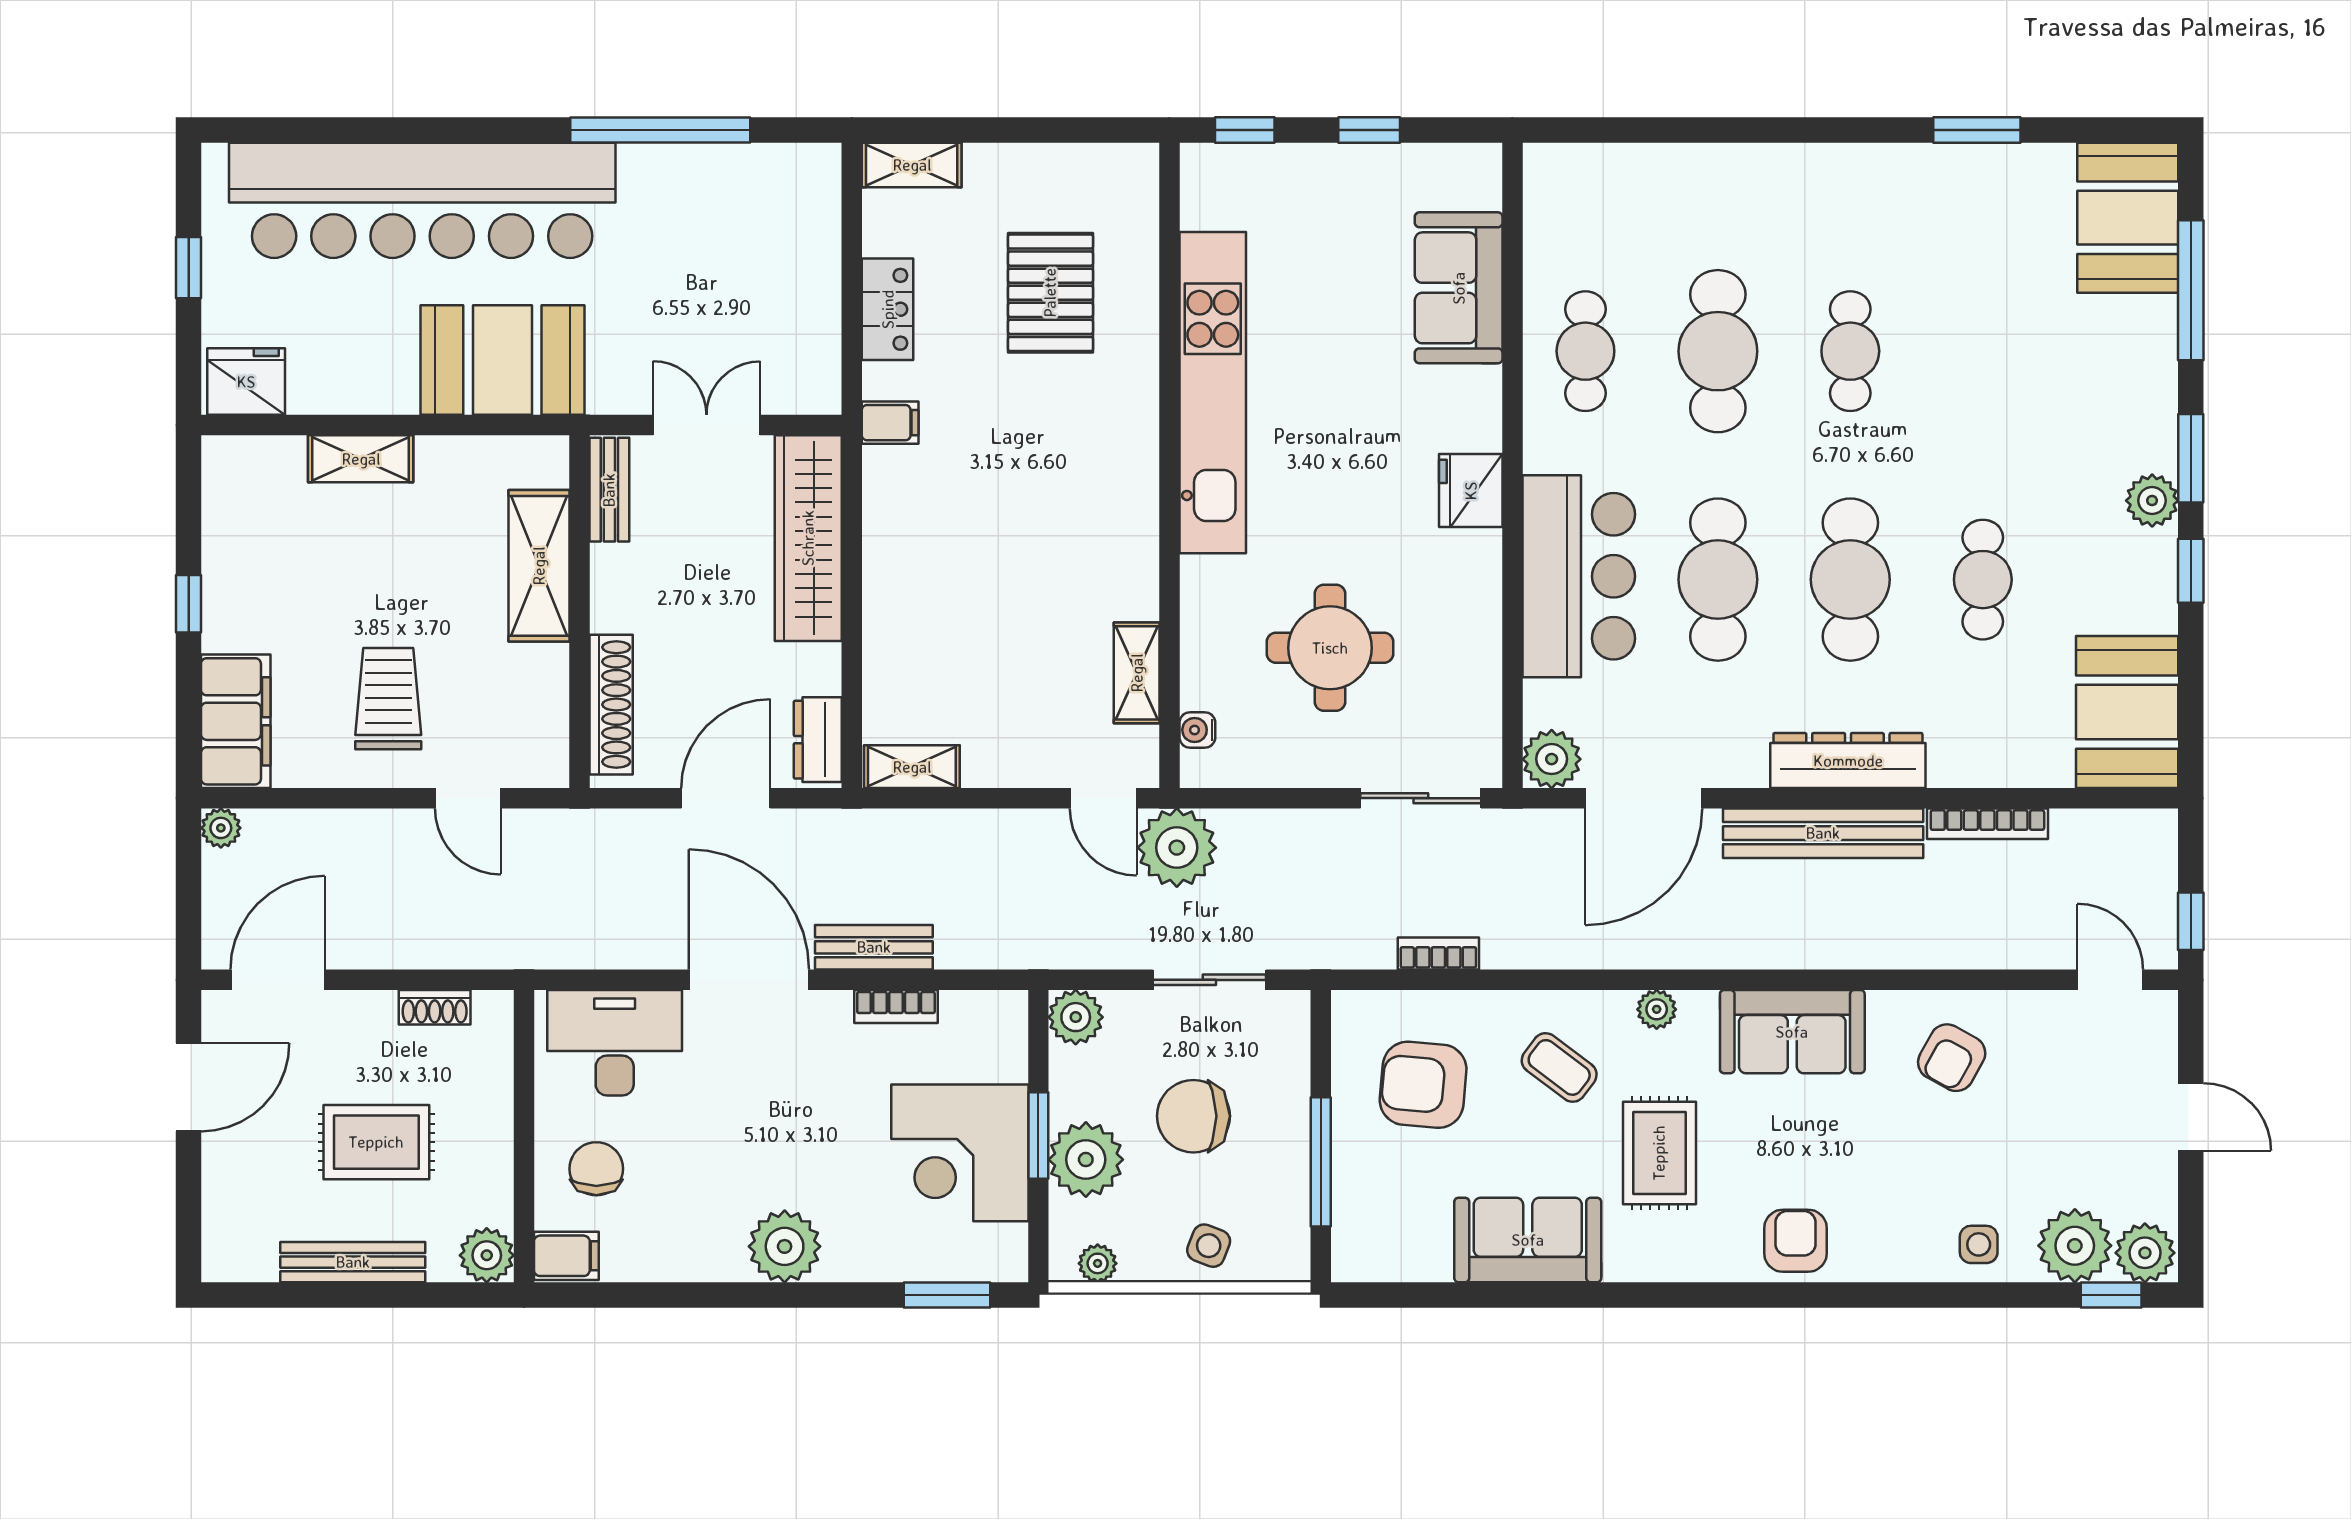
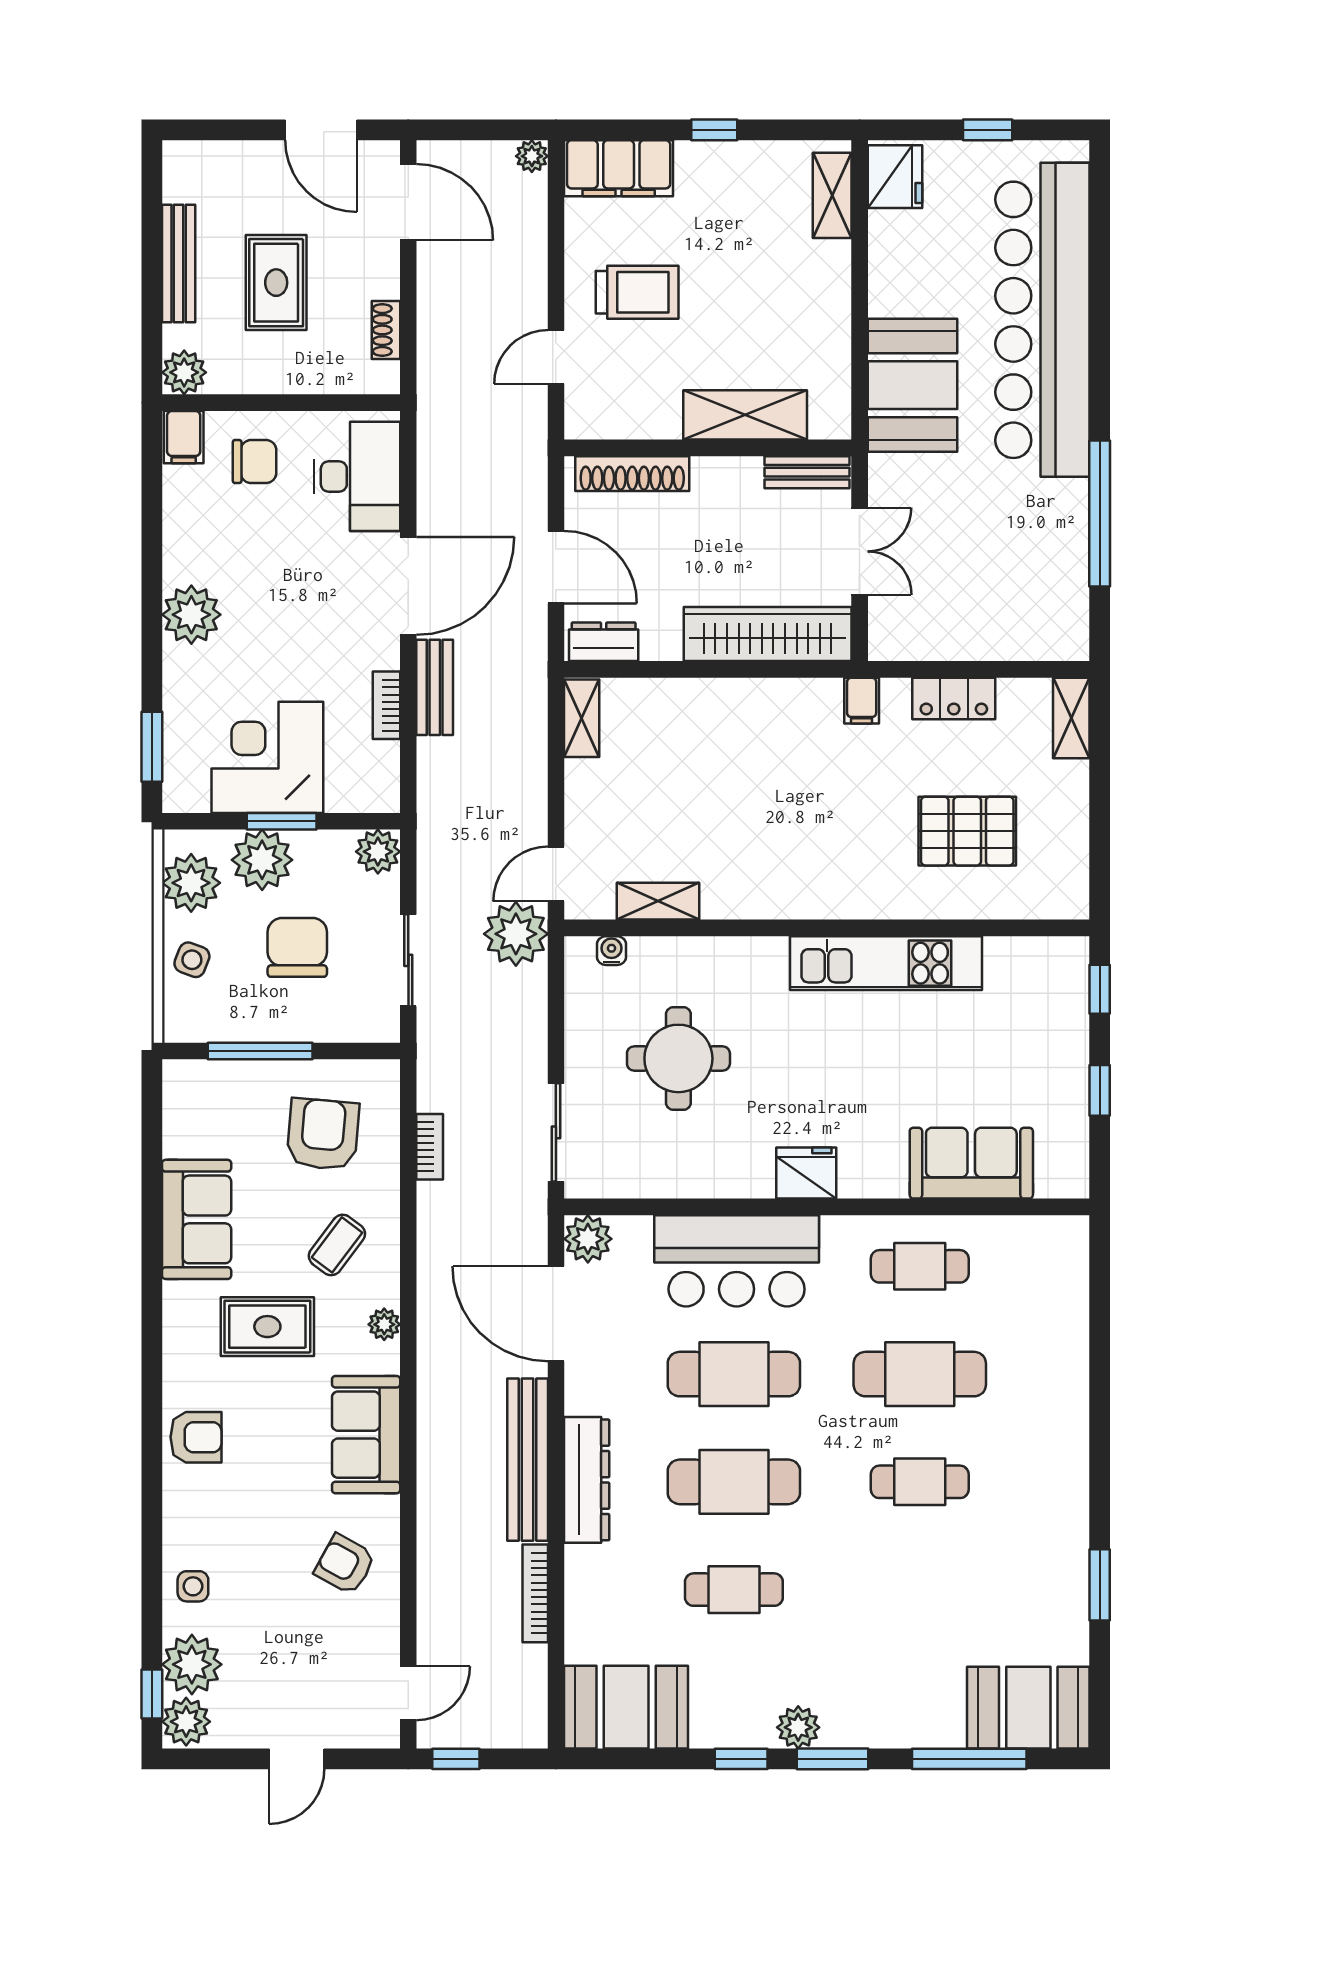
kitchen unit: (1213, 393) -> (886, 963), width x0.73
shelving: (361, 459) -> (832, 195), moved
plant: (1098, 1263) -> (191, 883), width x1.87, depth x1.87

